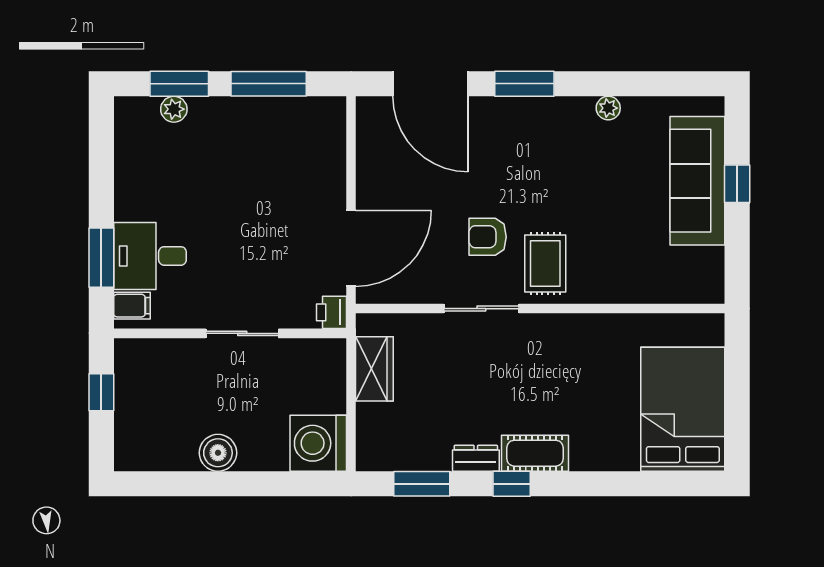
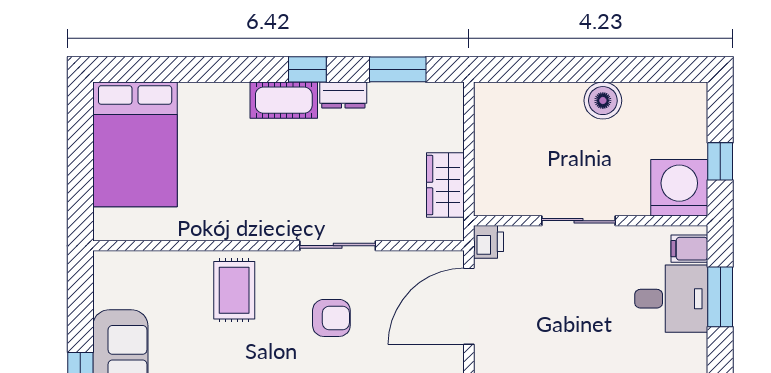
rug: (545, 264) -> (234, 290), moved
washing machine: (318, 443) -> (679, 188), moved, turned -90

